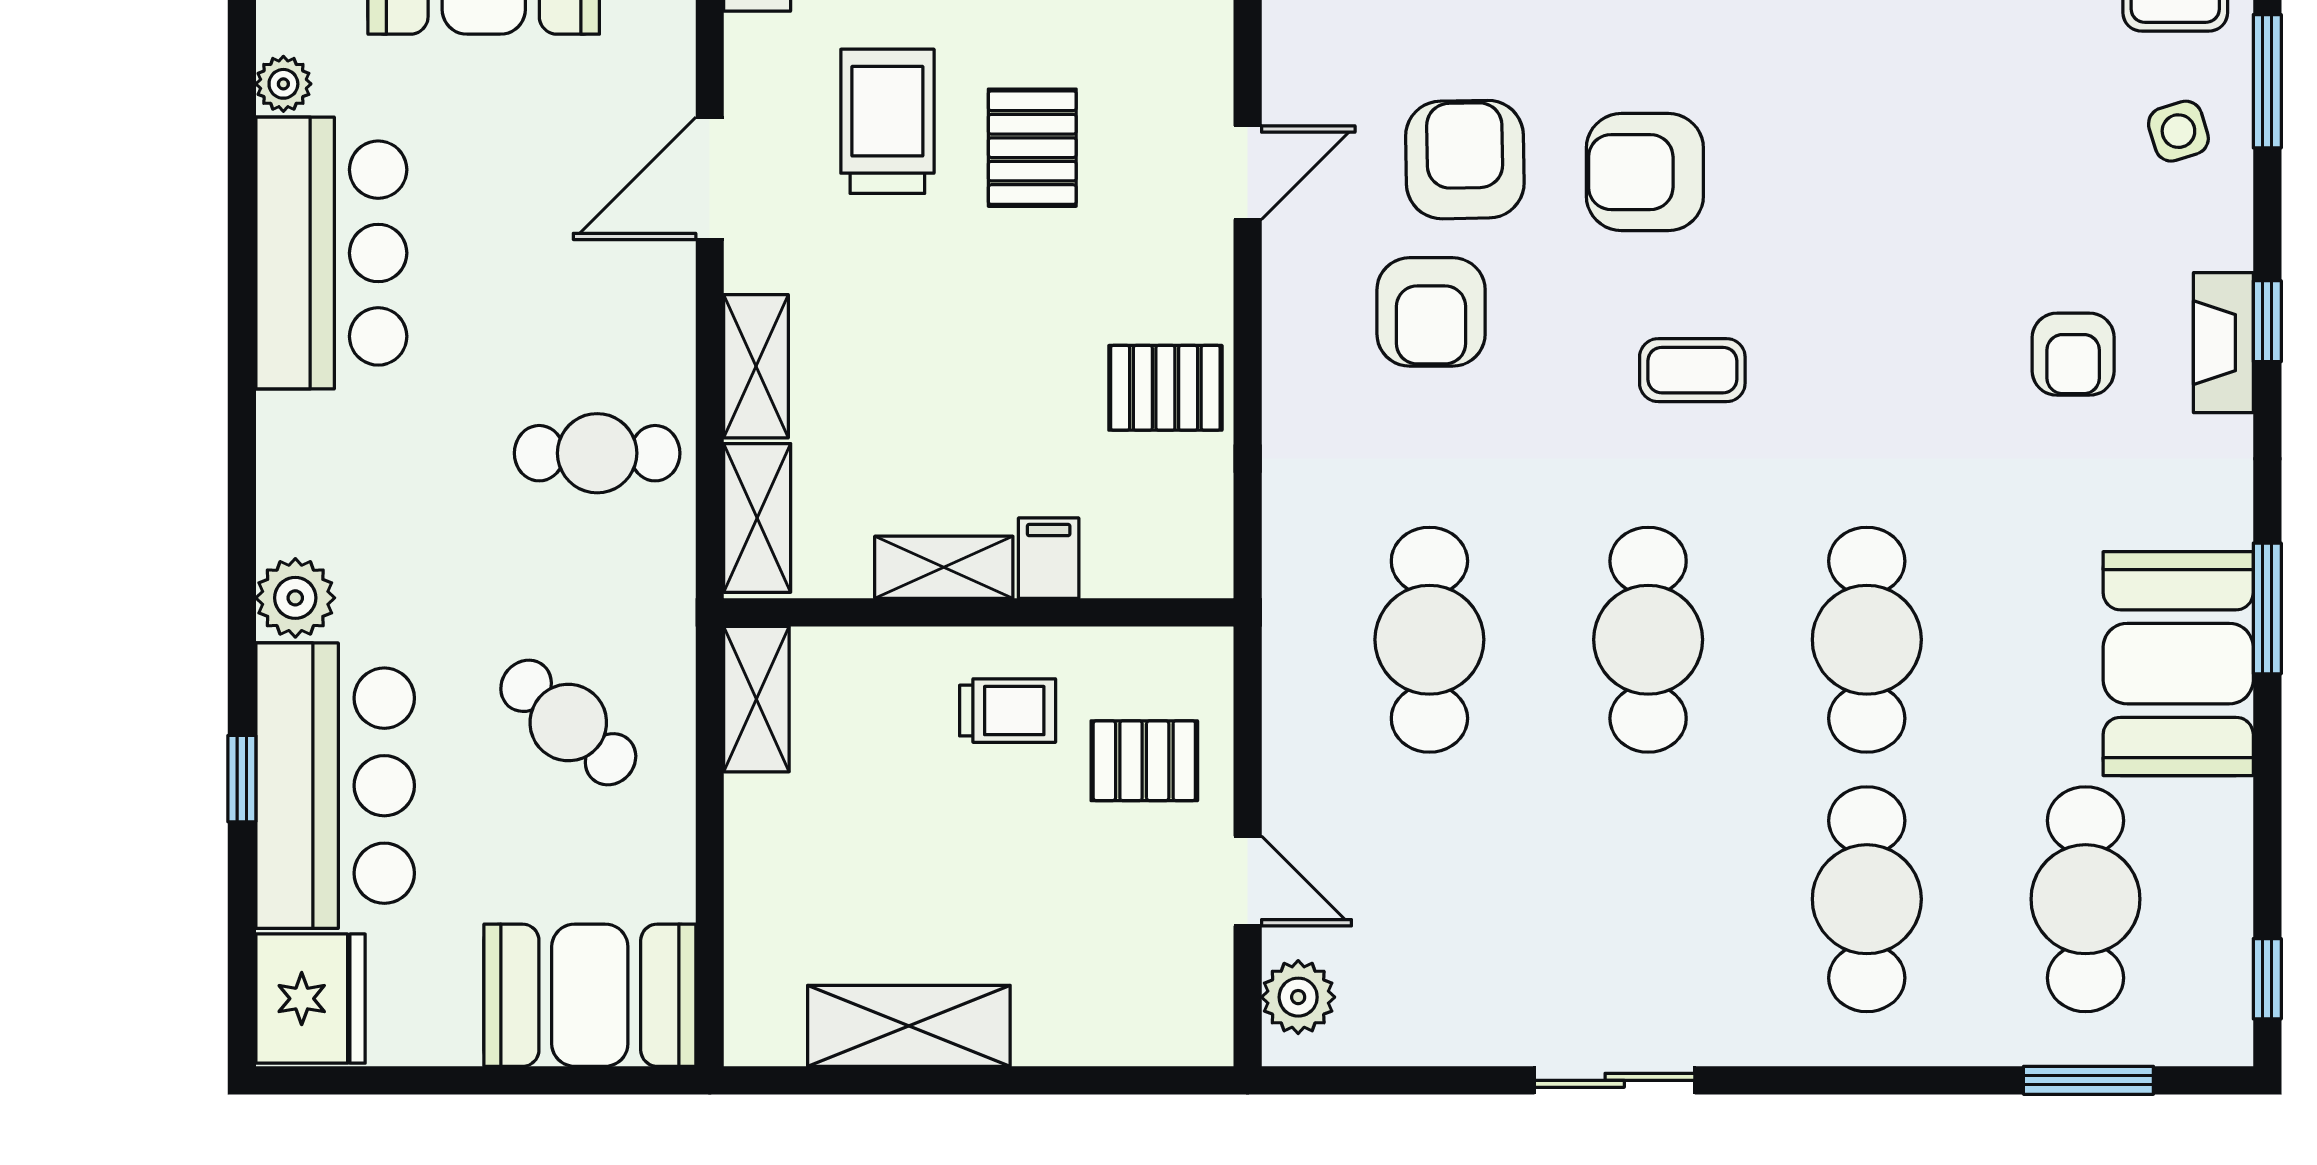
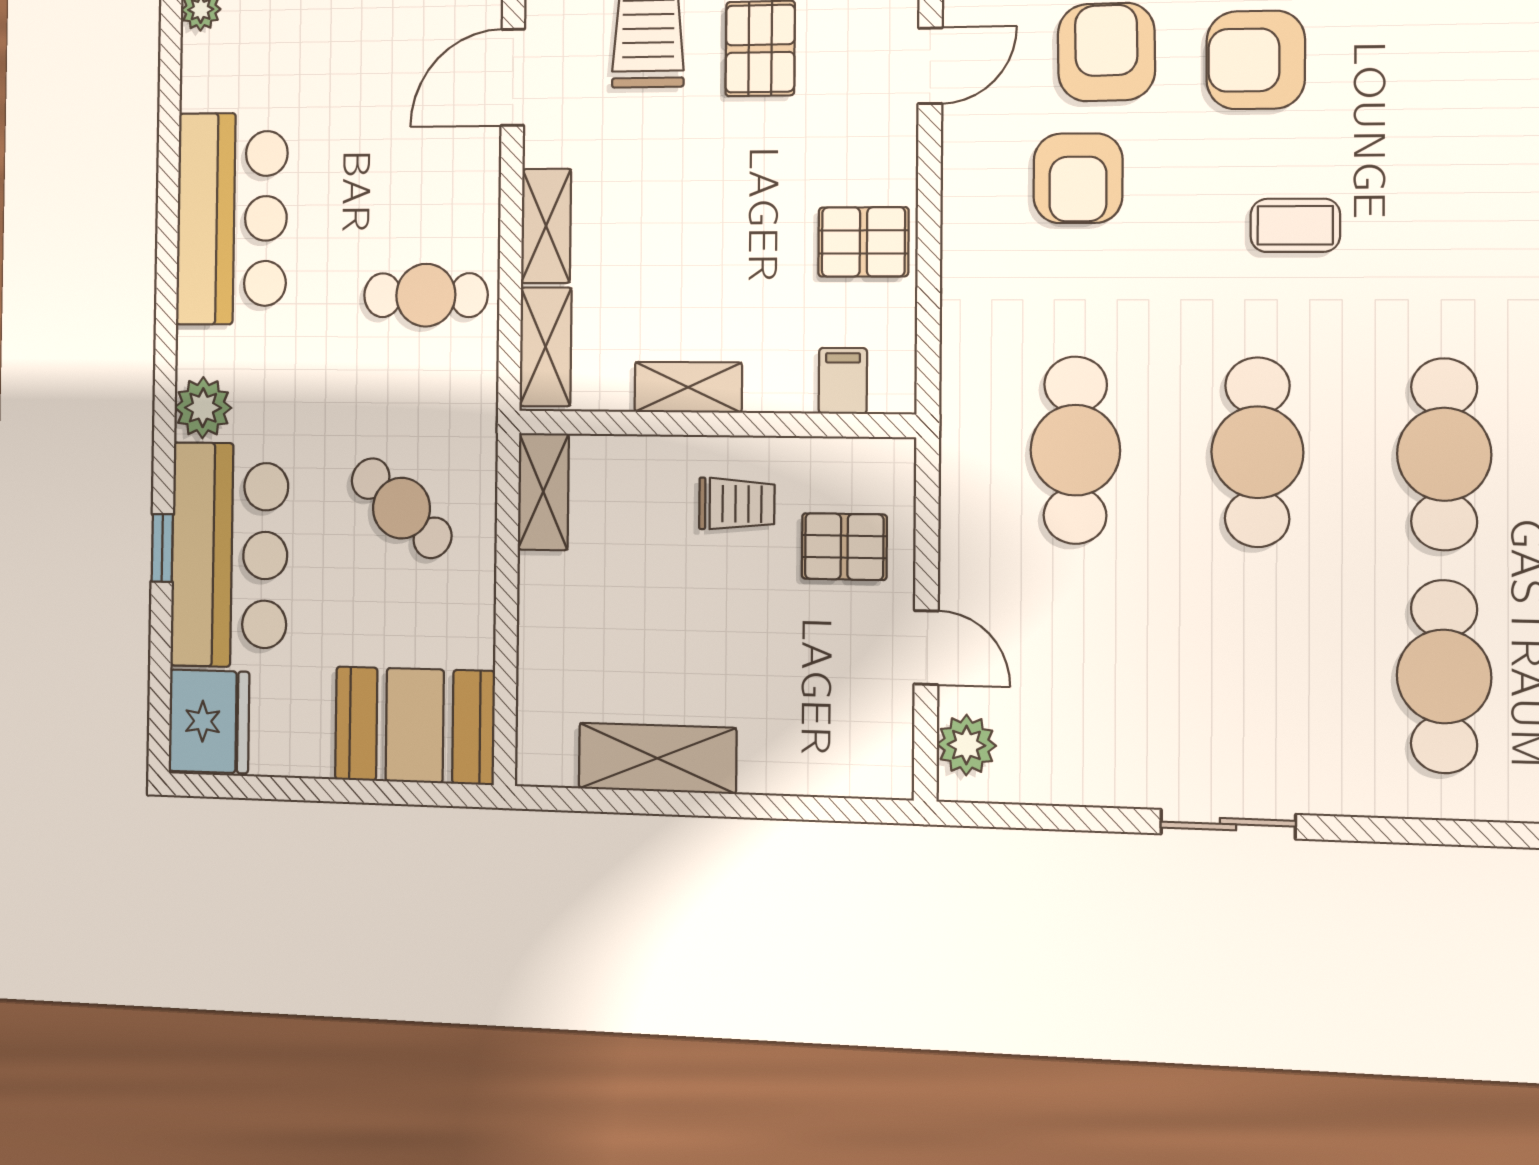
bar counter: (331, 253) -> (232, 219), moved
filing cabinet: (1049, 558) -> (843, 381), moved

